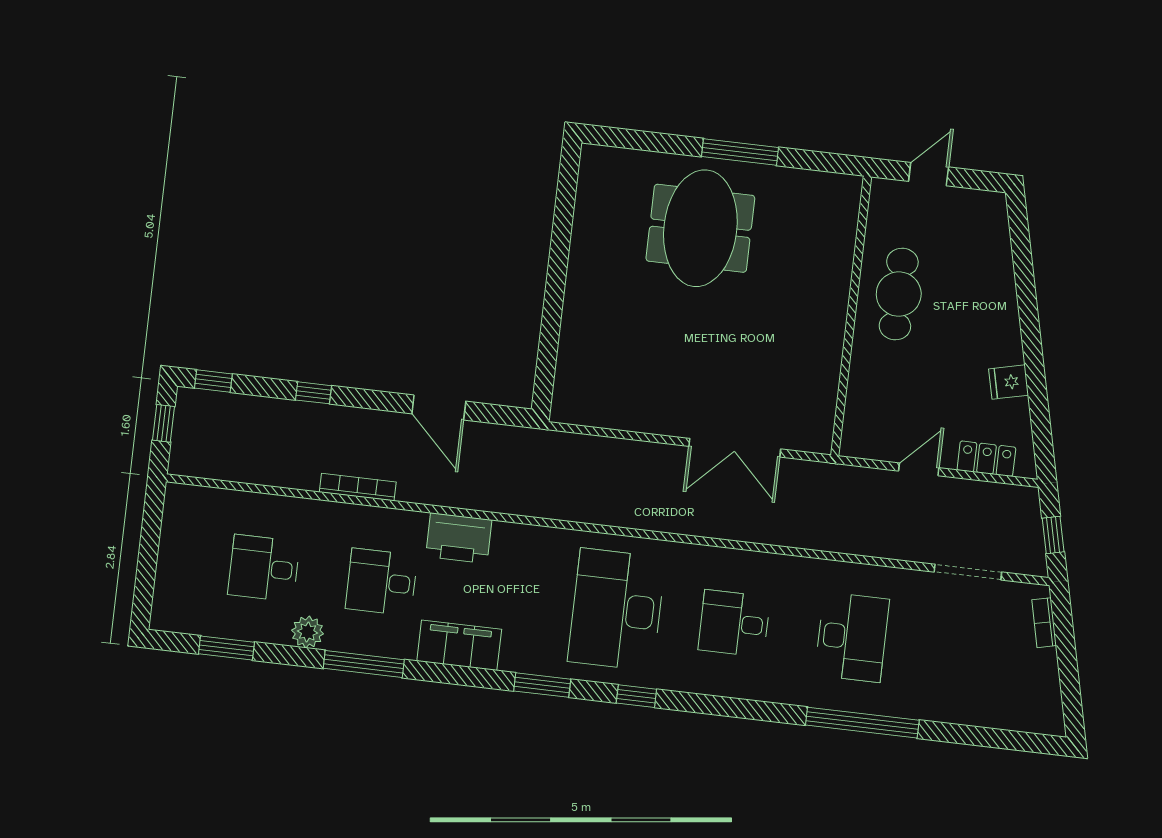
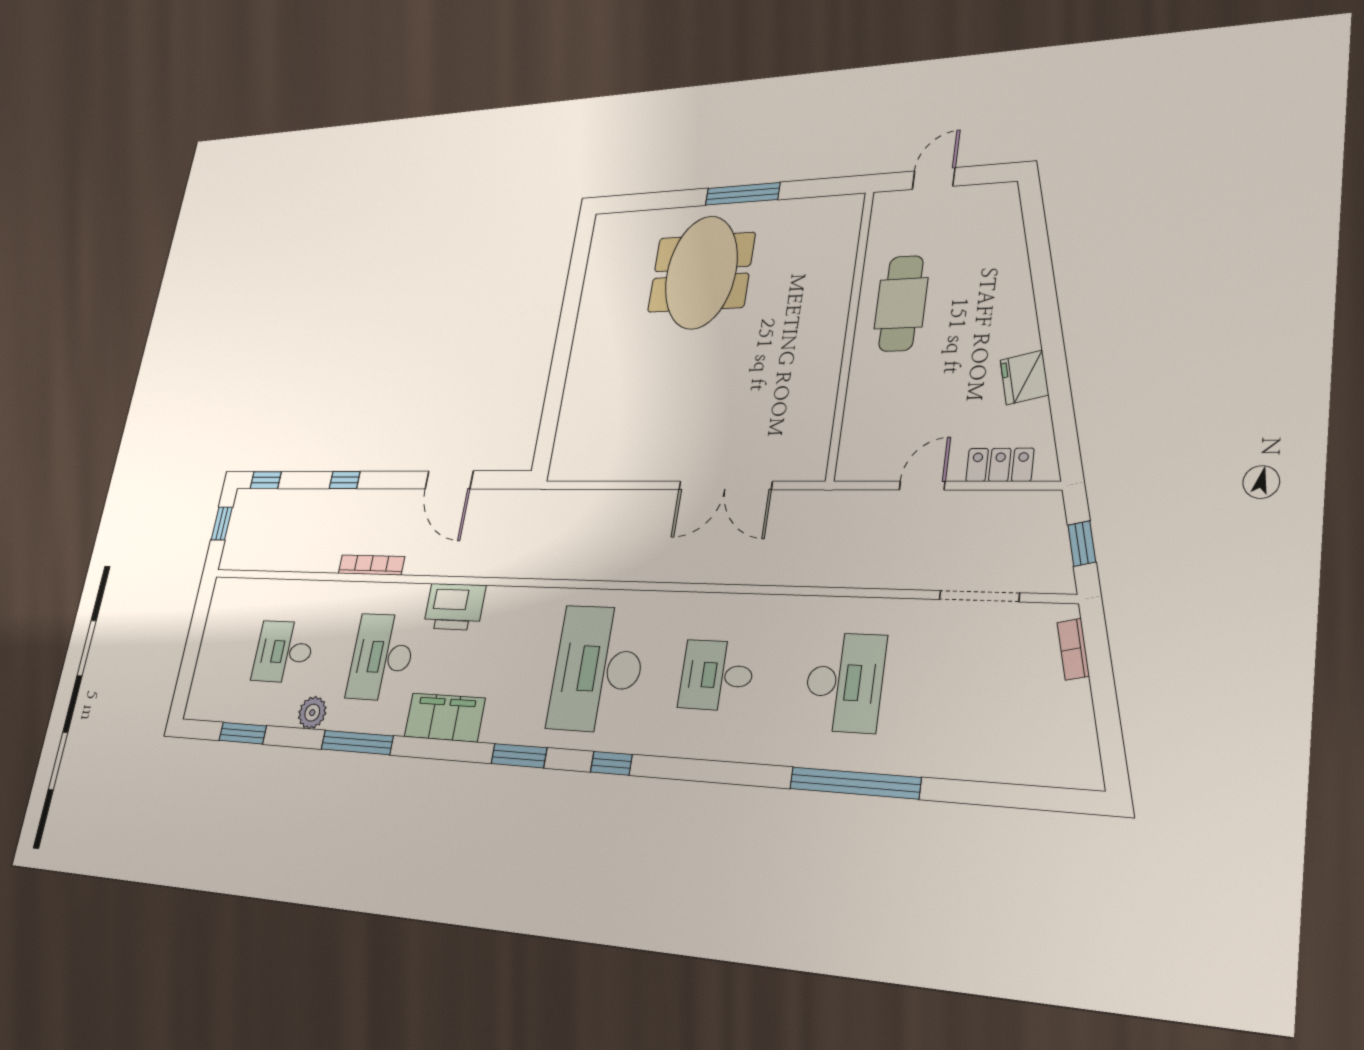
fridge: (1009, 382) -> (1024, 377), width x1.38
desk: (381, 582) -> (382, 657), width x1.37

